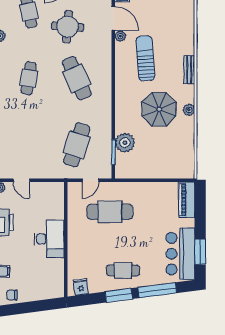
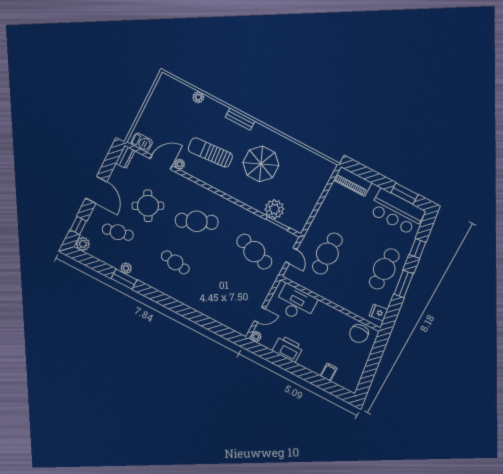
round table: (68, 27) -> (148, 206), turned -32
plant: (189, 110) -> (198, 97), moved
desk: (49, 239) -> (296, 303), moved
cafe table: (123, 270) -> (384, 269), width x1.37, depth x1.35
window: (157, 290) -> (417, 249), width x0.46
chair: (12, 295) -> (359, 334), moved, width x1.87, depth x1.87

